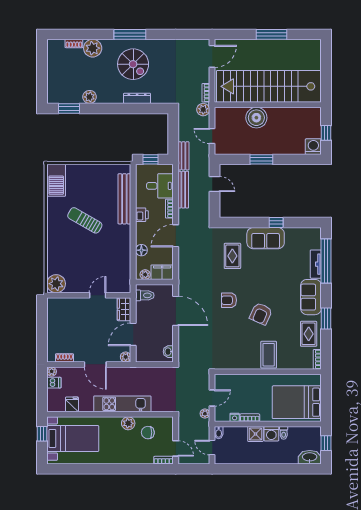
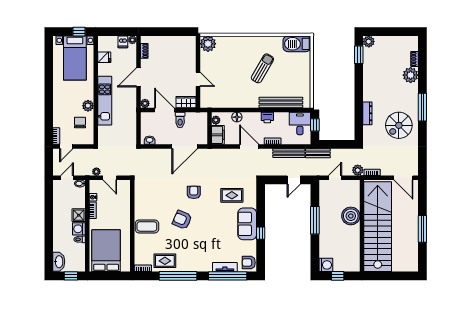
spiral stairs: (133, 64) -> (399, 125), moved
plant: (90, 97) -> (369, 42), moved
window: (261, 159) -> (315, 220), width x1.44
desk: (160, 186) -> (300, 123), moved, turned 180
armchair: (311, 236) -> (249, 263), added
toilet: (145, 295) -> (180, 120), moved
sofa: (311, 297) -> (196, 263), removed
window: (326, 319) -> (178, 276), width x2.11

